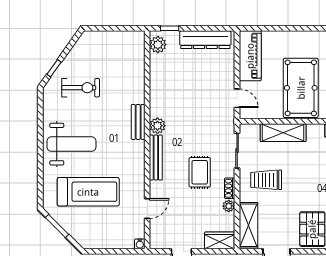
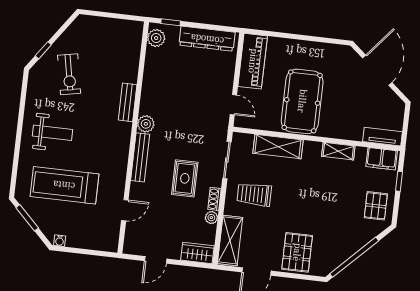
exercise bike: (81, 88) -> (69, 74), turned 79
bench: (138, 122) -> (128, 102), moved
weight bench: (71, 144) -> (53, 133), width x0.73, depth x0.75
treadmill: (88, 192) -> (64, 185), turned 180
water cooler: (140, 244) -> (60, 241), moved

